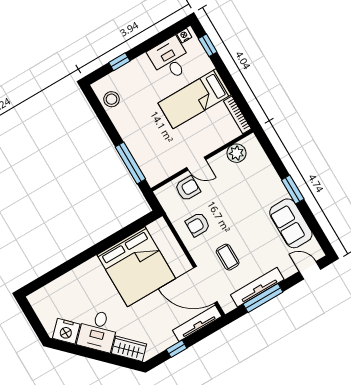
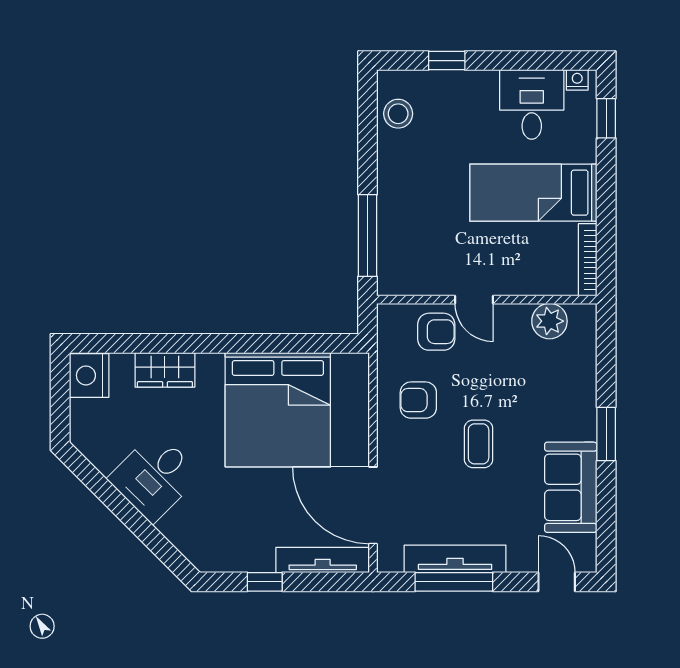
coffee table: (228, 257) -> (479, 444), moved
nightstand: (66, 331) -> (89, 375), moved, turned 45
wardrobe: (129, 349) -> (165, 370), moved, turned 135

